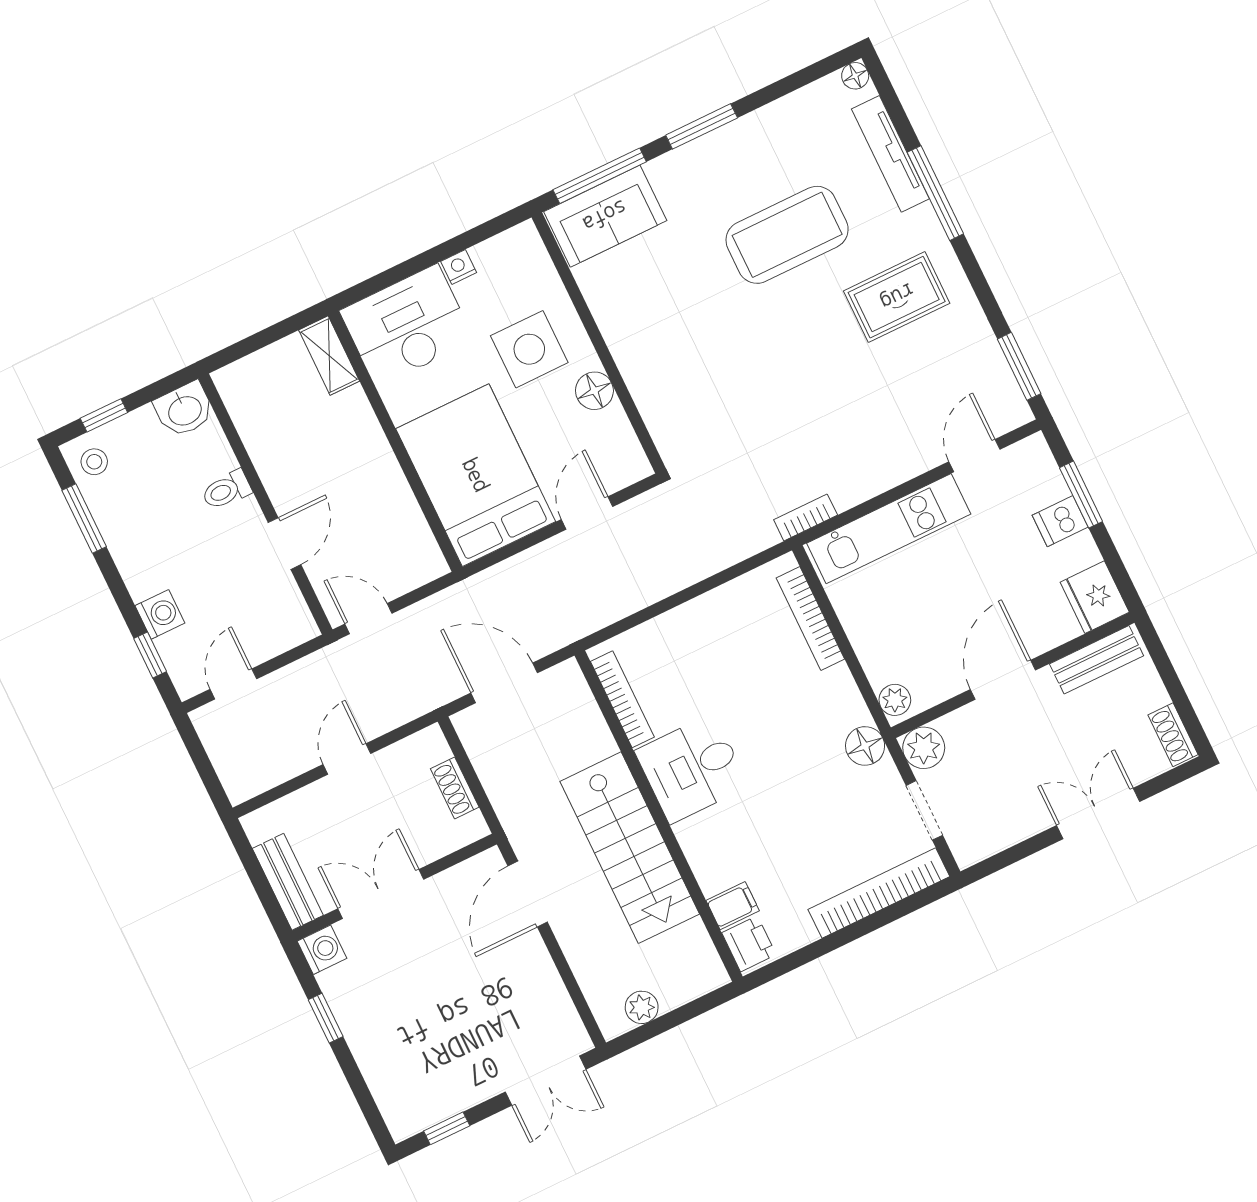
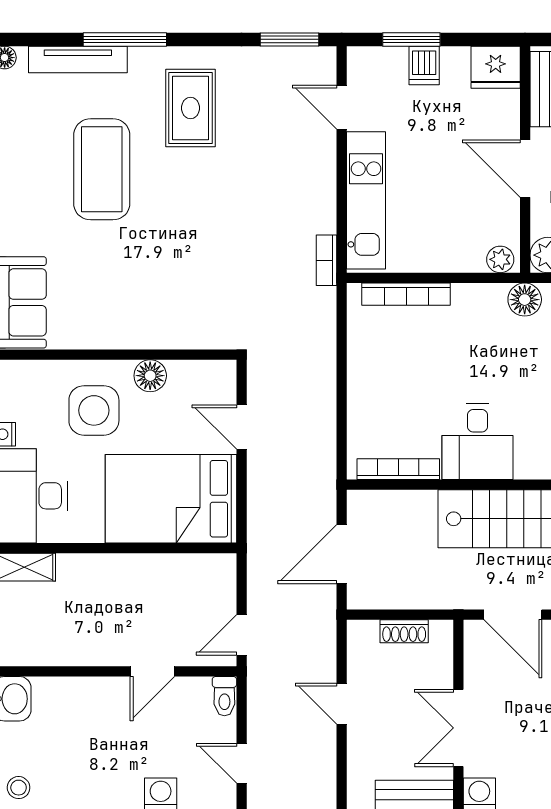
toilet: (227, 490) -> (224, 696), moved
door: (285, 544) -> (152, 671), swing flipped

